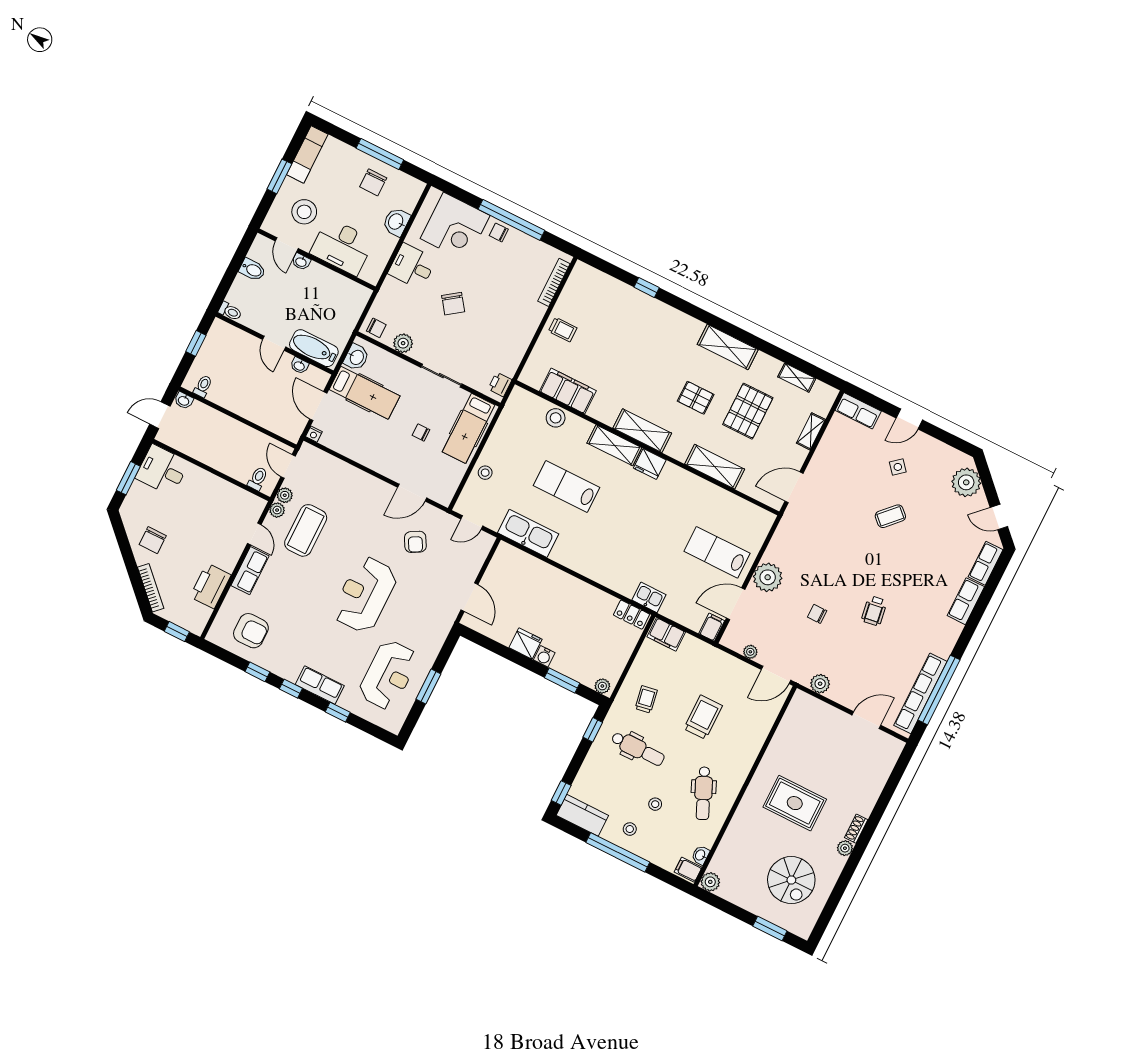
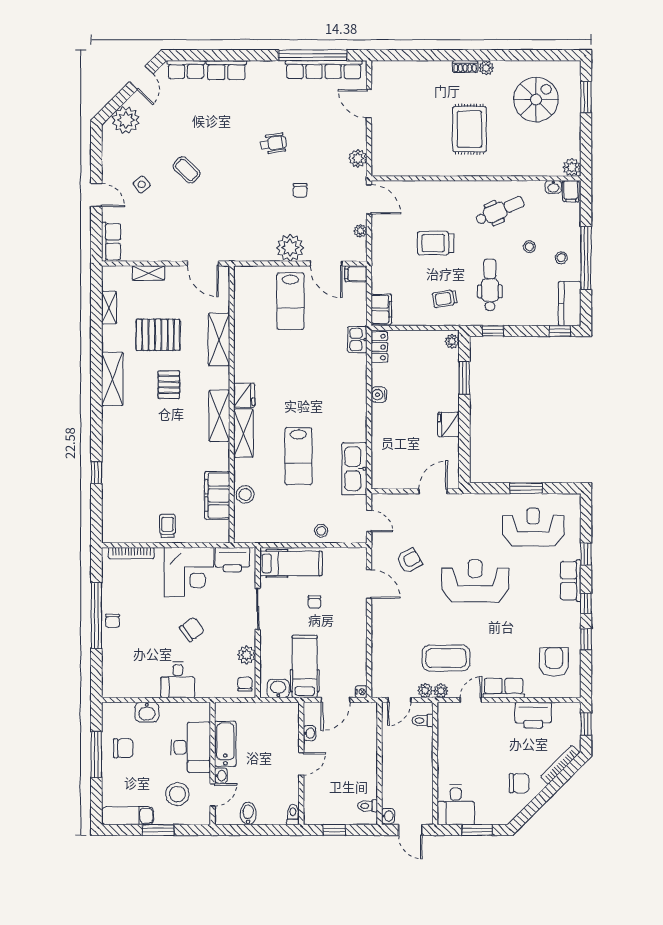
corner desk: (455, 227) -> (189, 572), moved, turned 90
bathtub: (314, 348) -> (225, 744), moved, turned 180
printer: (500, 384) -> (232, 560), width x1.87, depth x1.48
reception desk: (365, 595) -> (475, 581), turned 180
water cooler: (544, 656) -> (379, 395), moved, turned 180

